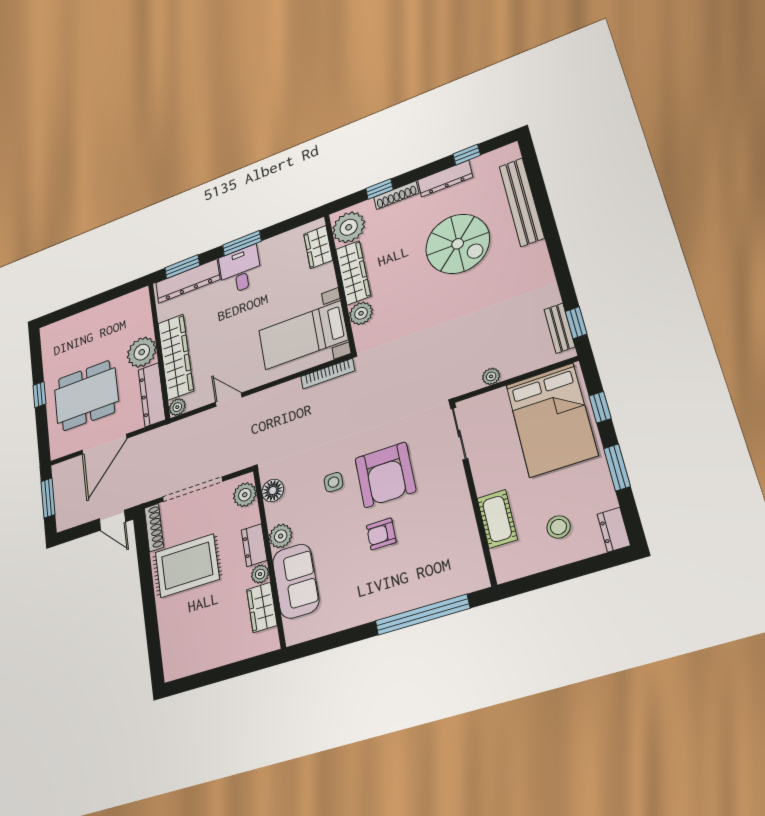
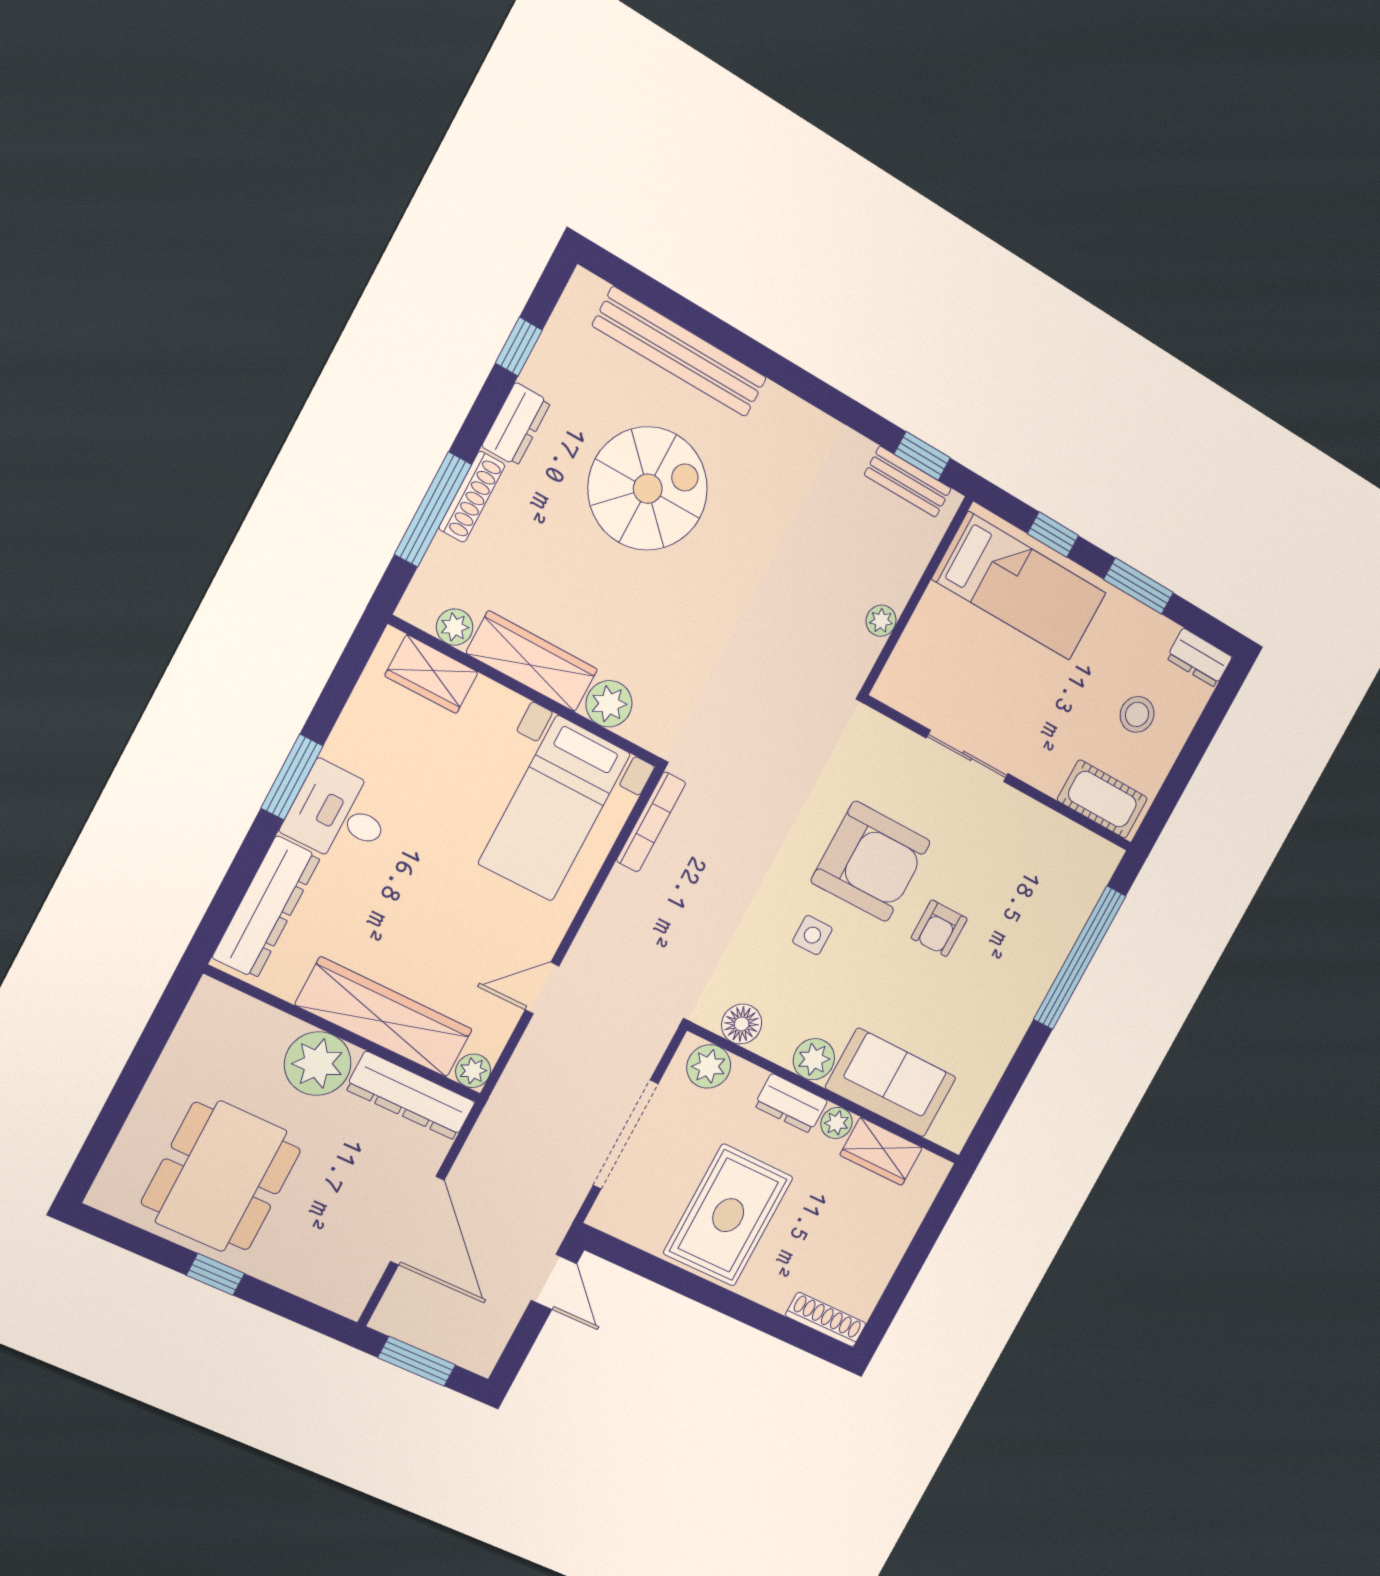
dresser: (445, 179) -> (516, 424), width x0.70
window: (379, 189) -> (433, 510), width x2.17
plant: (349, 227) -> (455, 627), width x0.53, depth x0.53
window: (182, 267) -> (228, 897), removed
dining table: (86, 396) -> (221, 1176), moved
bed: (551, 420) -> (1019, 586), width x0.67
sliding door: (459, 434) -> (967, 756), moved
cot: (497, 519) -> (1102, 799), moved
door: (112, 520) -> (554, 1282), hinge flipped
shoe rack: (154, 528) -> (826, 1320), moved

